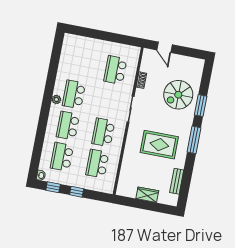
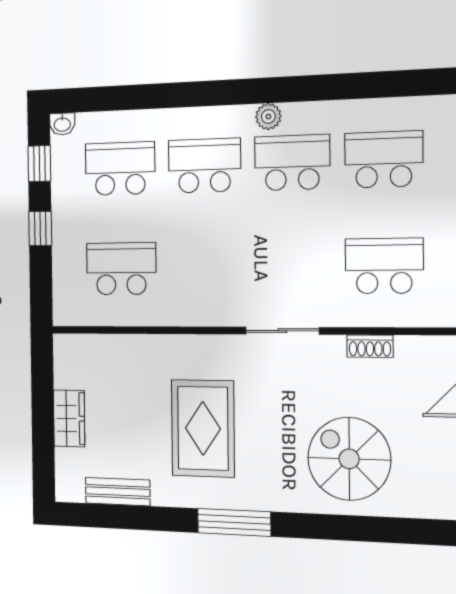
window: (201, 106) -> (331, 527), removed
school desk: (103, 132) -> (384, 160), moved

